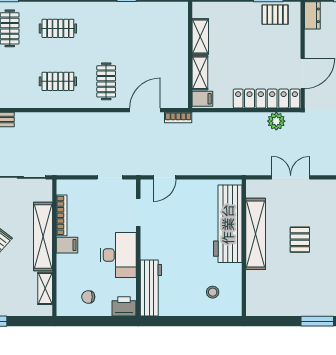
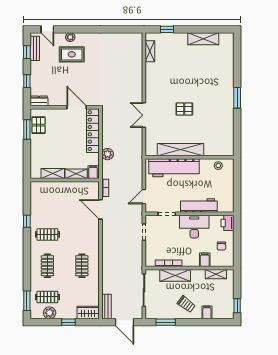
clothes rail: (106, 81) -> (47, 234), moved
plant: (276, 121) -> (108, 154), moved
door: (165, 177) -> (144, 197), swing flipped
workbench: (228, 224) -> (174, 168), moved
shelving: (256, 234) -> (181, 150), moved
shelving: (43, 236) -> (175, 275), width x0.68
filing cabinet: (67, 245) -> (205, 260), moved
wall: (244, 248) -> (190, 157), moved
workbench: (151, 288) -> (199, 206), moved

